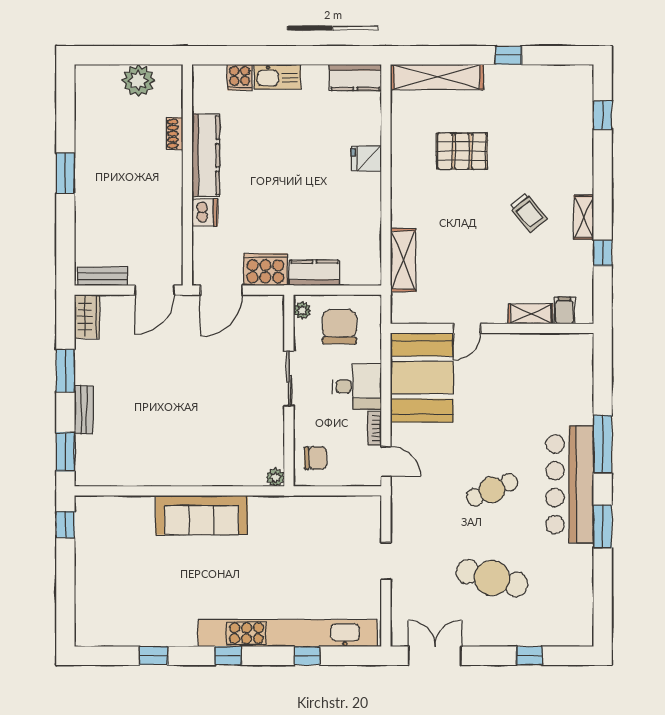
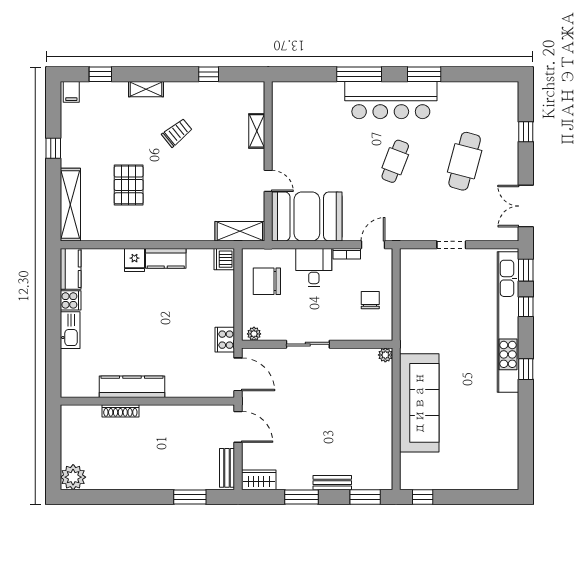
cooker: (240, 77) -> (71, 300), moved
plant: (138, 81) -> (73, 477), moved
shoe rack: (175, 134) -> (120, 411), width x1.43
window: (65, 173) -> (190, 497), moved
dishwasher: (205, 212) -> (224, 259), moved, turned -90
shelving: (584, 217) -> (146, 89), moved
shelving: (403, 260) -> (240, 231), moved
cooker: (265, 269) -> (225, 340), width x0.73, depth x0.76
kitchen counter: (314, 273) -> (166, 258), moved, turned -90
plant: (302, 310) -> (254, 334), moved
filing cabinet: (564, 311) -> (71, 92), moved, turned -90
sliding door: (289, 379) -> (308, 344), moved
wall: (289, 390) -> (317, 344), moved
plant: (275, 477) -> (385, 355), moved
cafe table: (492, 490) -> (395, 161), turned 45
sofa: (202, 515) -> (419, 403), width x1.36, depth x1.27
window: (153, 656) -> (526, 270), moved

